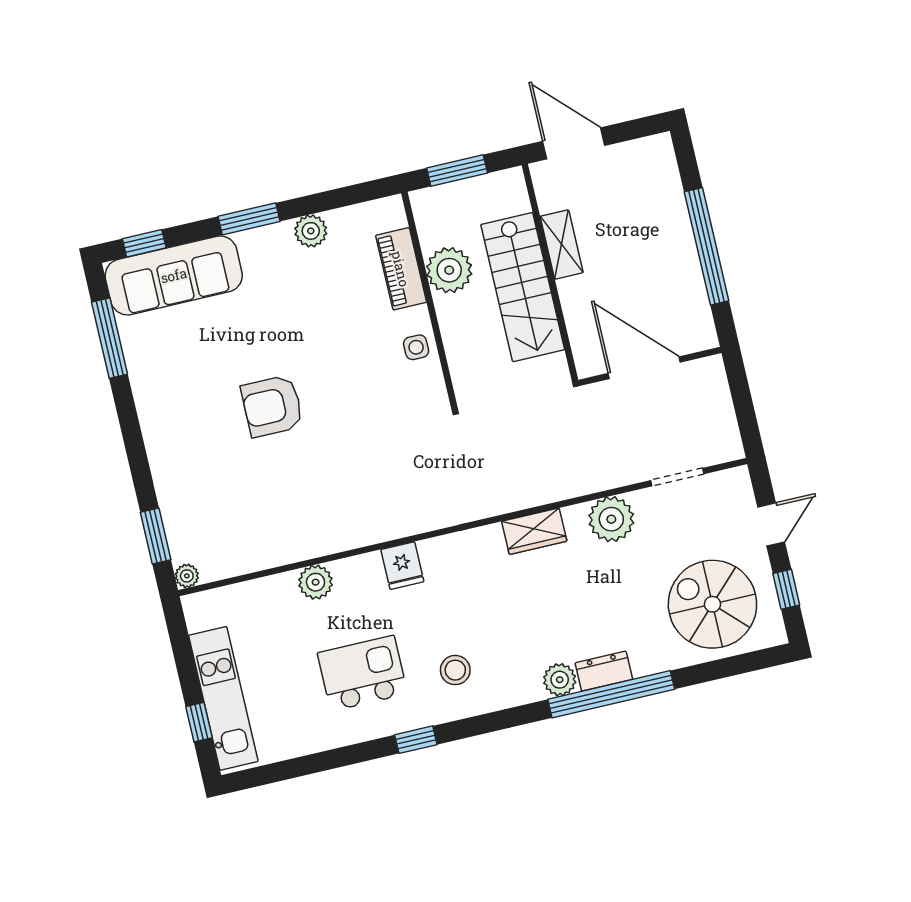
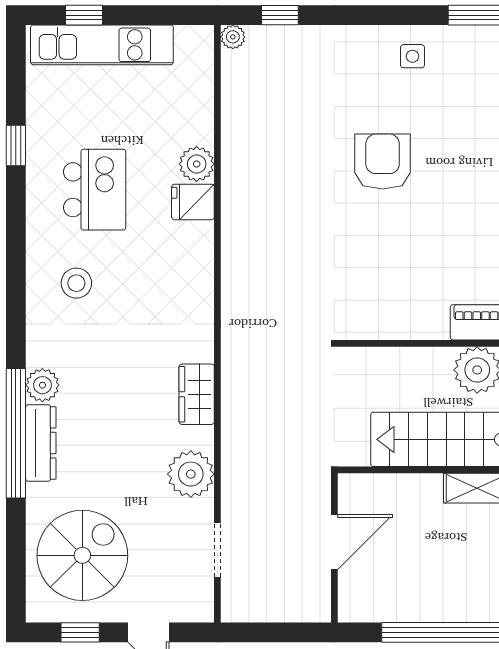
side table: (416, 347) -> (412, 56), moved
door: (644, 368) -> (334, 542), width x0.73
window: (156, 536) -> (280, 15), width x0.67
fridge: (402, 566) -> (193, 202), moved
dresser: (604, 671) -> (41, 443), width x1.44
window: (416, 740) -> (16, 145), moved

